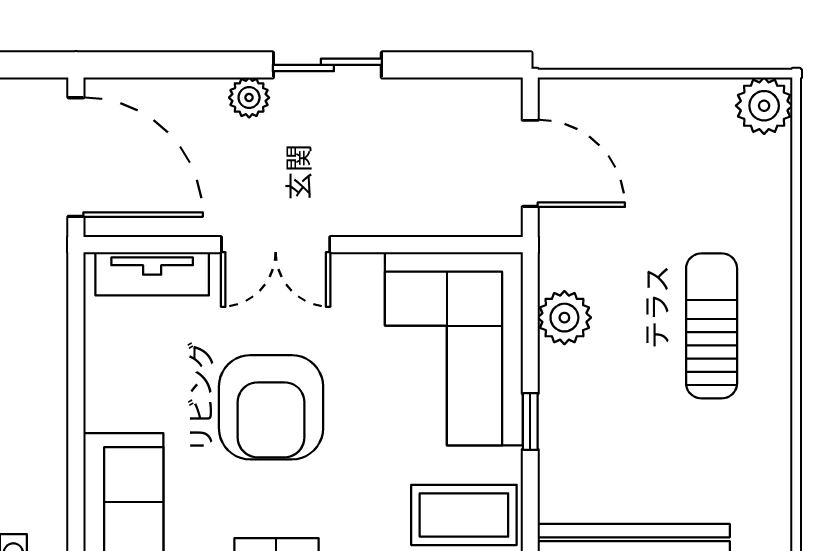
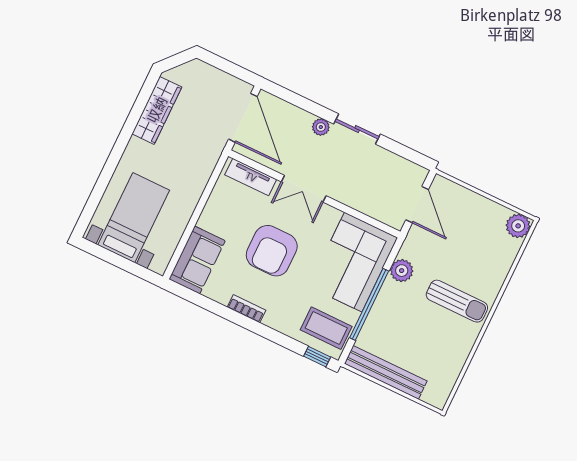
sun lounger: (712, 326) -> (457, 301), turned 90
window: (530, 422) -> (369, 304), width x3.17

